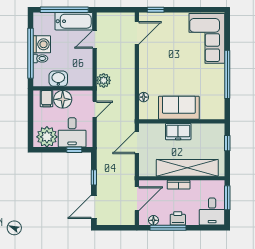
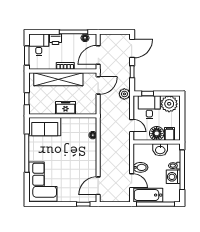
door: (95, 39) -> (132, 181), hinge flipped
bidet: (83, 56) -> (140, 167), added
plant: (104, 80) -> (124, 94), moved
sofa: (179, 108) -> (45, 127), moved
door: (95, 109) -> (132, 126), swing flipped
door: (137, 142) -> (98, 85), moved
printer: (178, 218) -> (56, 39), moved

